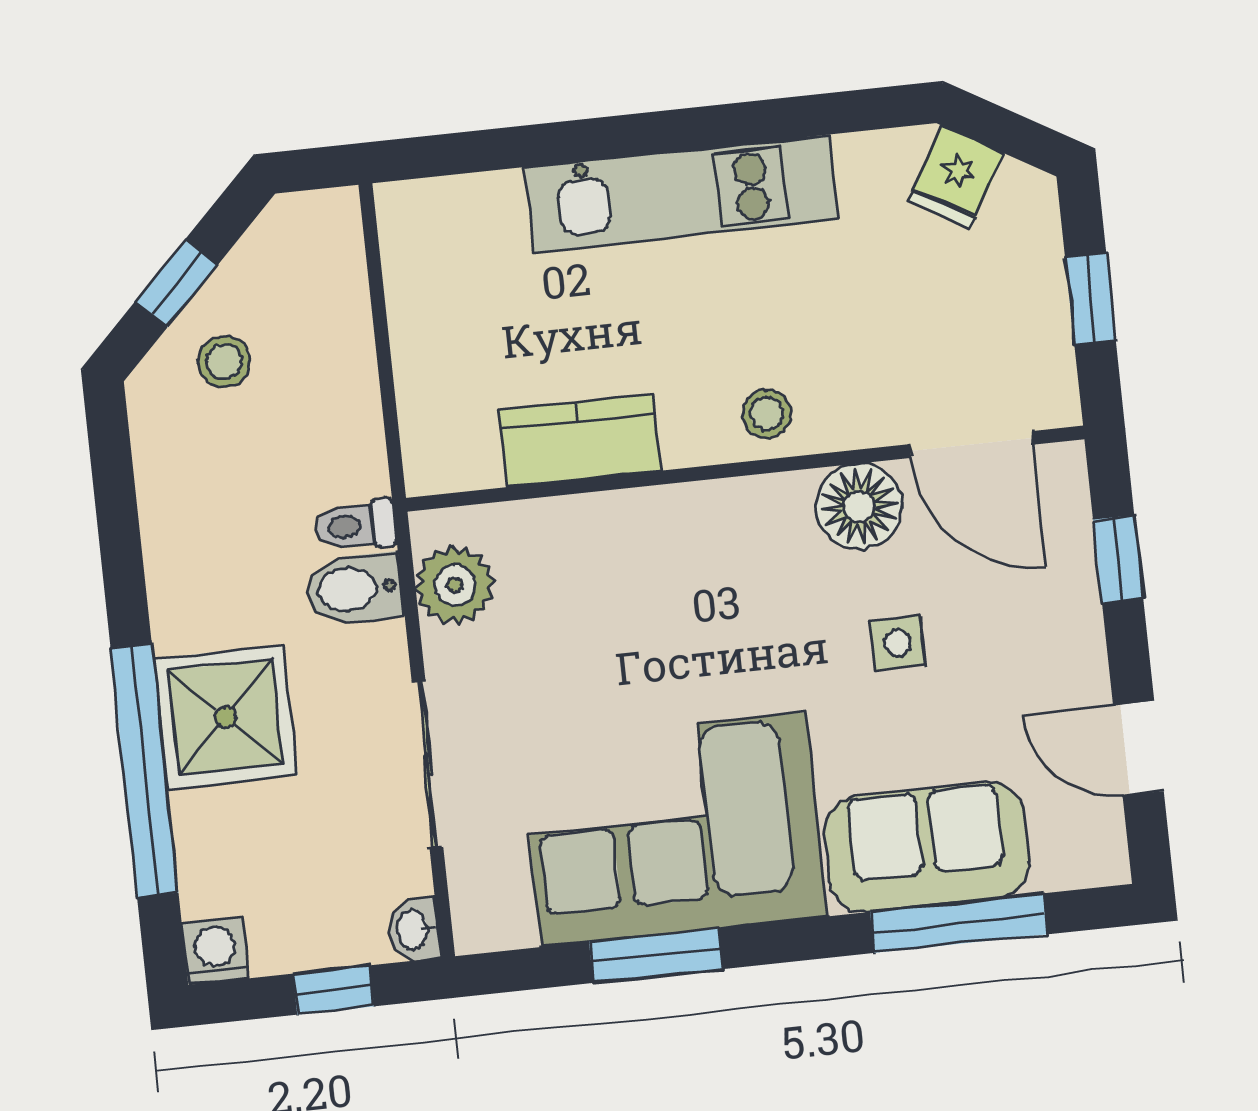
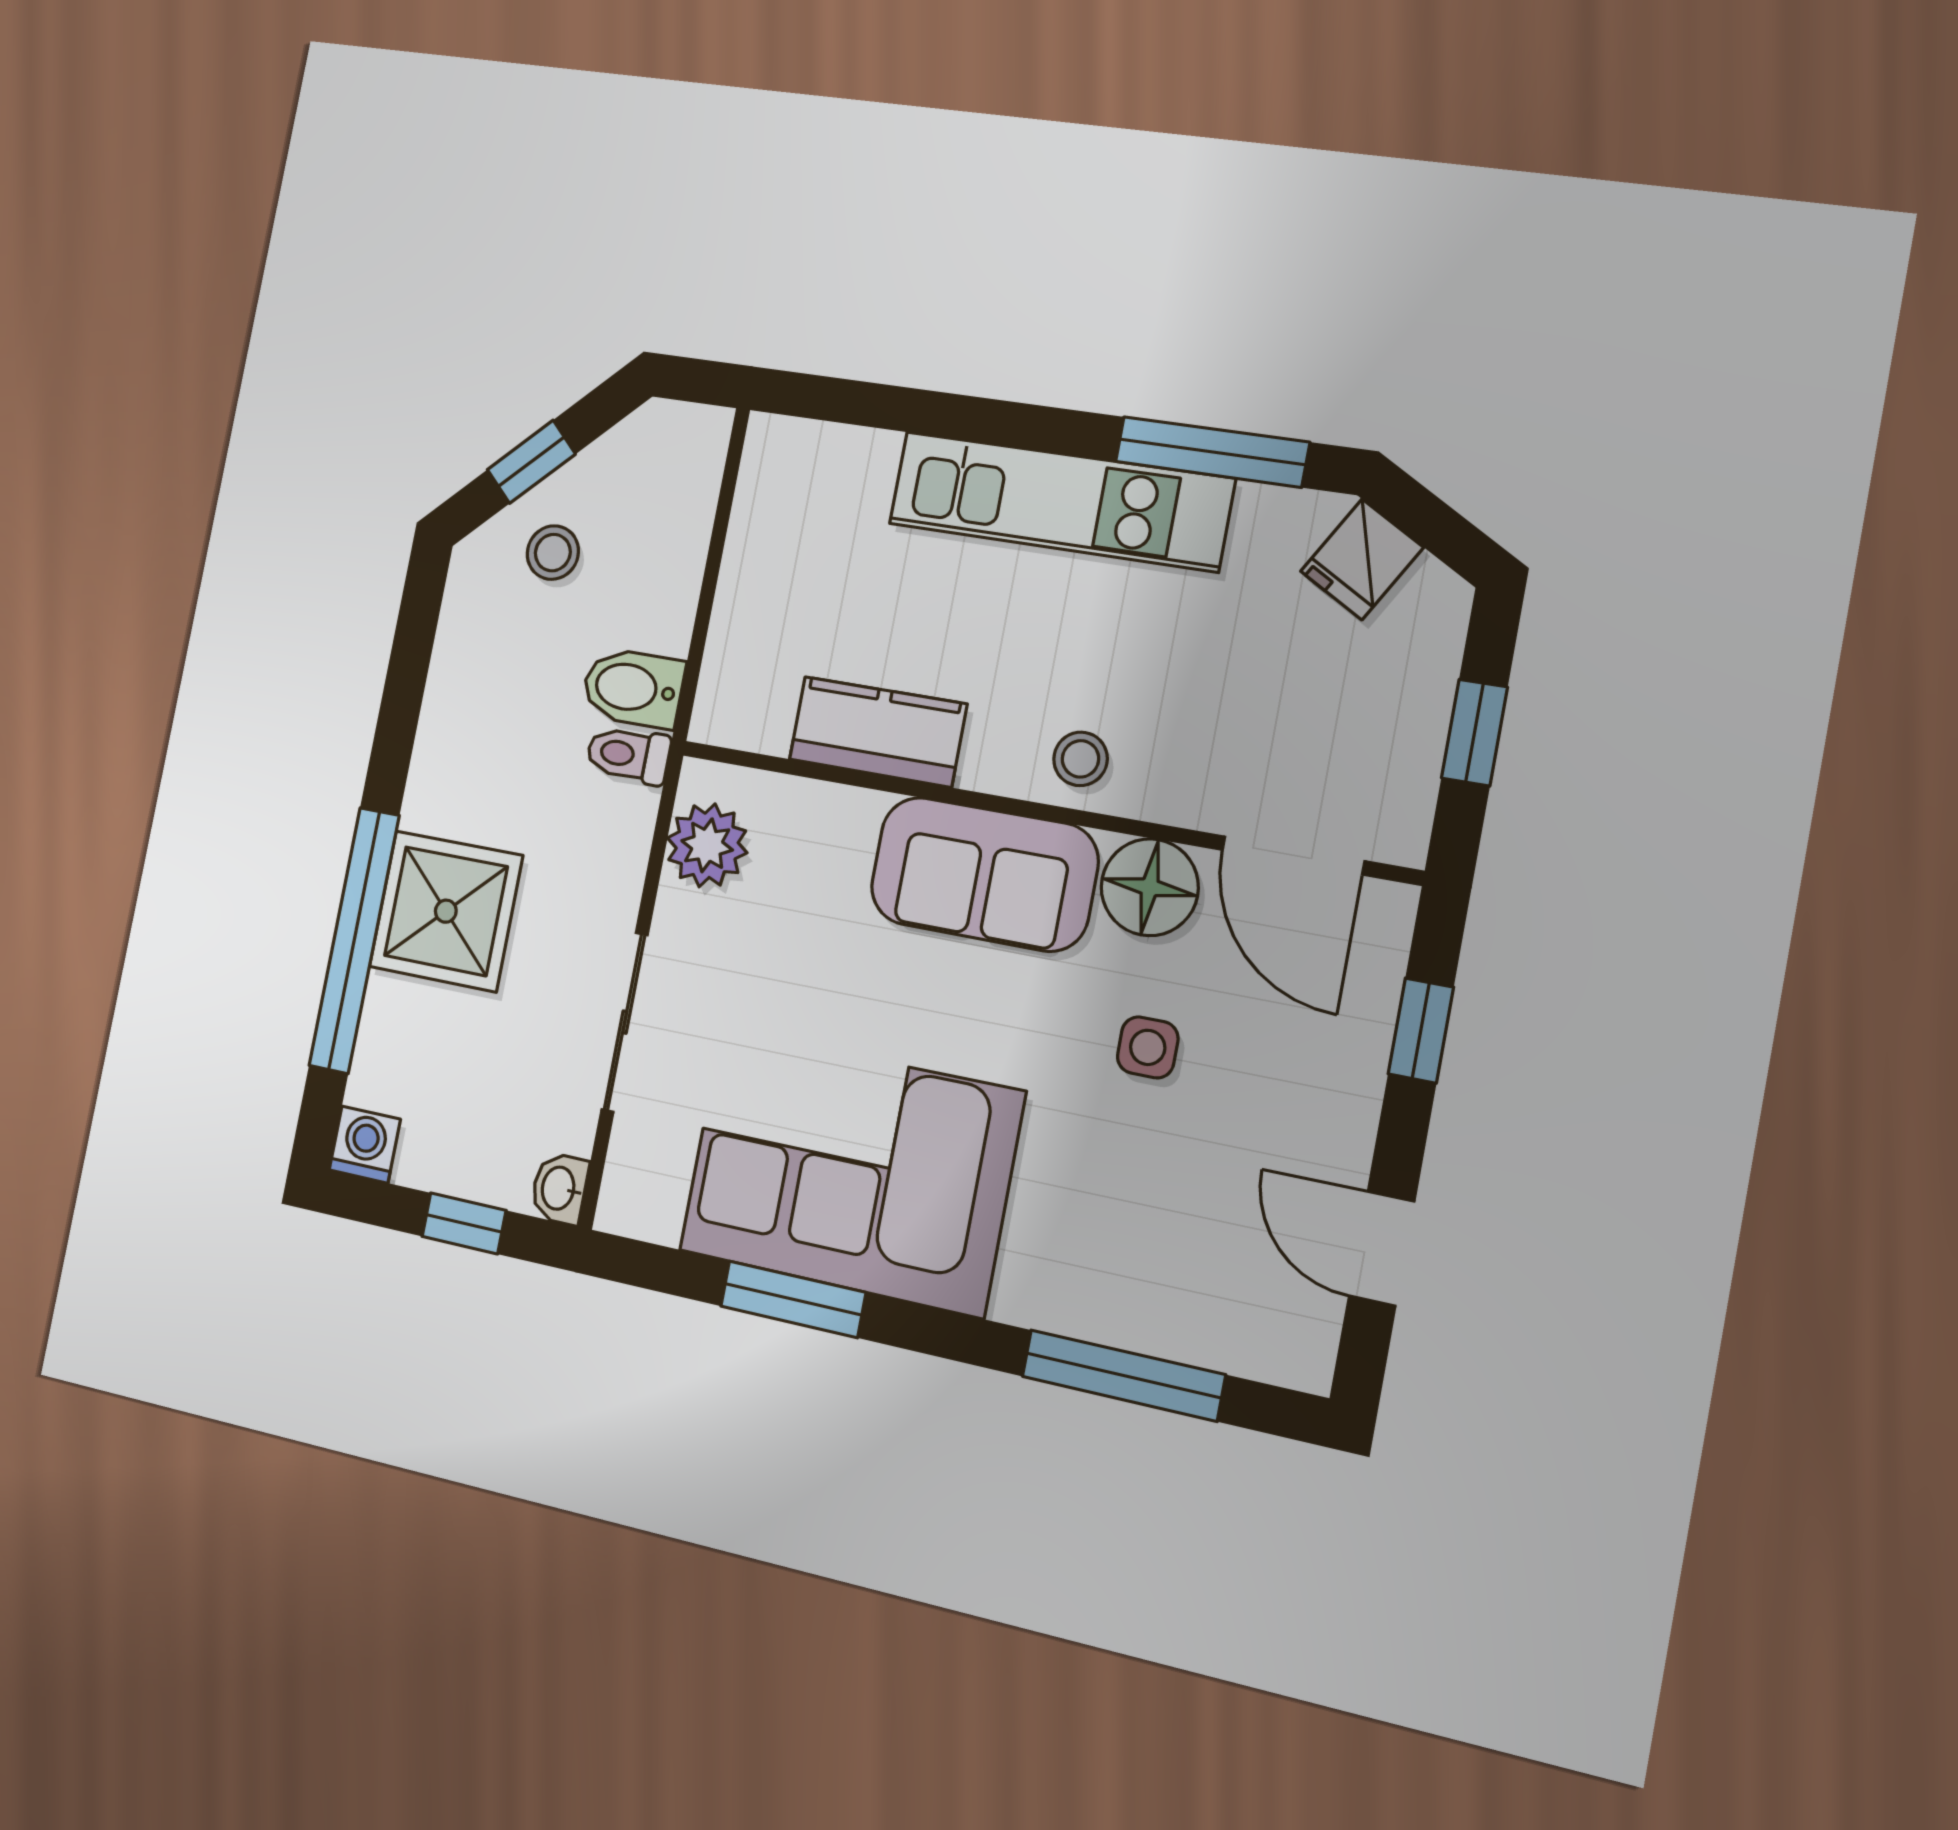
window: (801, 117) -> (1212, 452), added
bidet: (354, 589) -> (633, 688), moved
sofa: (927, 847) -> (984, 874), moved, turned 180

